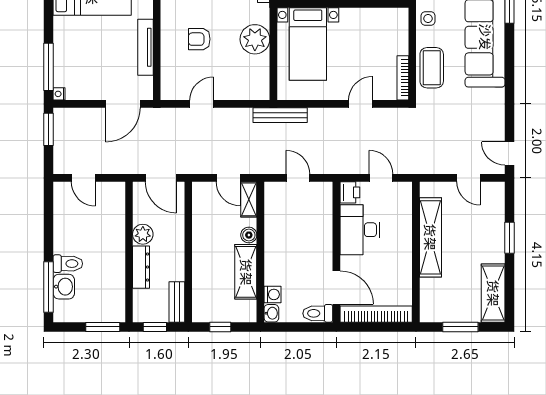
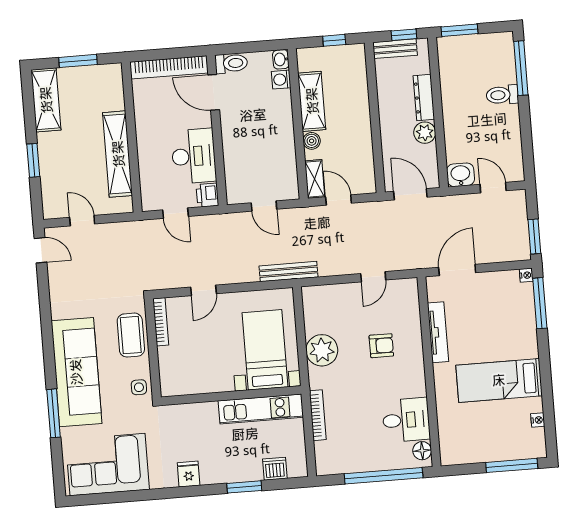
washbasin: (64, 287) -> (460, 175), moved, turned 90
bench: (177, 302) -> (395, 49), moved, turned 90

